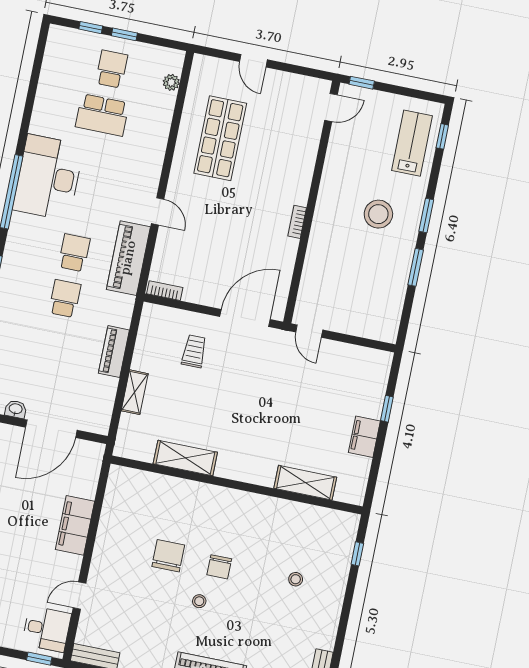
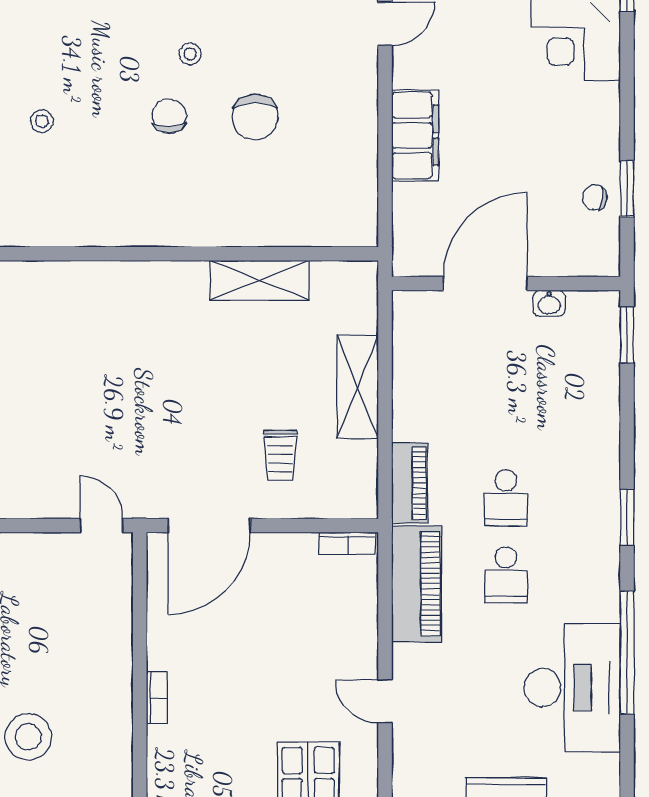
door: (158, 211) -> (385, 701), moved
piano: (114, 352) -> (410, 483), moved
shelving: (135, 392) -> (358, 387), width x1.50, depth x1.33
shelving: (305, 483) -> (58, 280), removed

